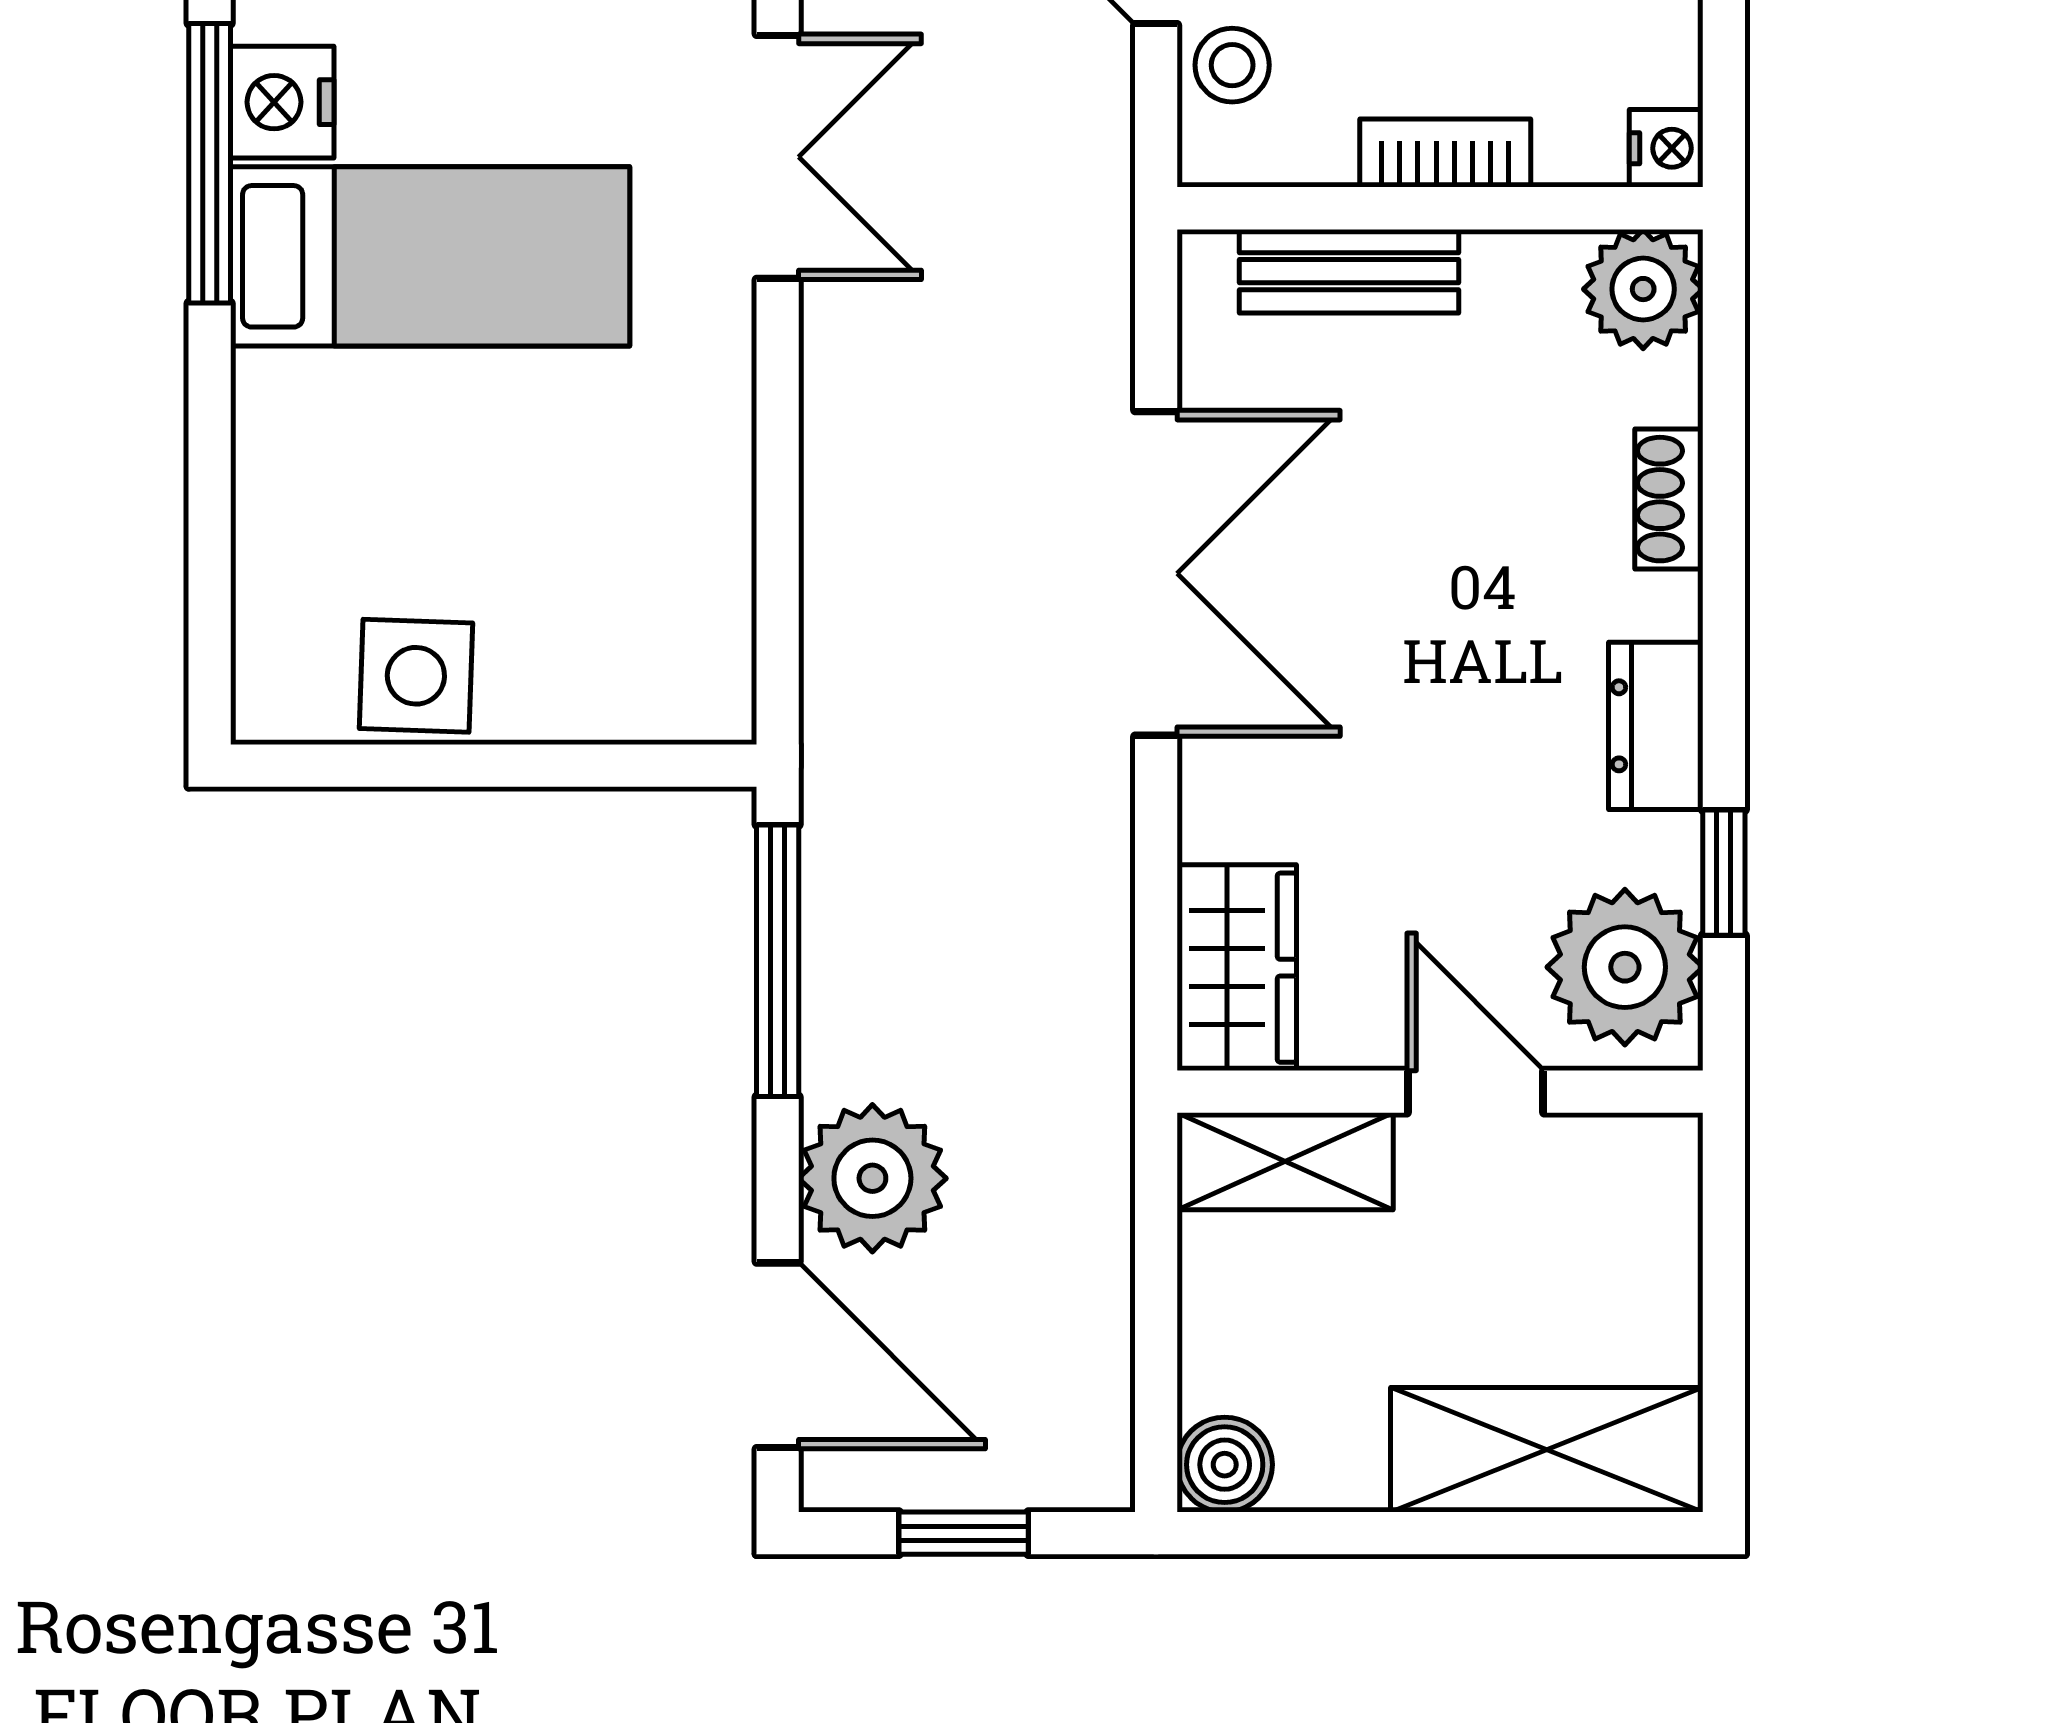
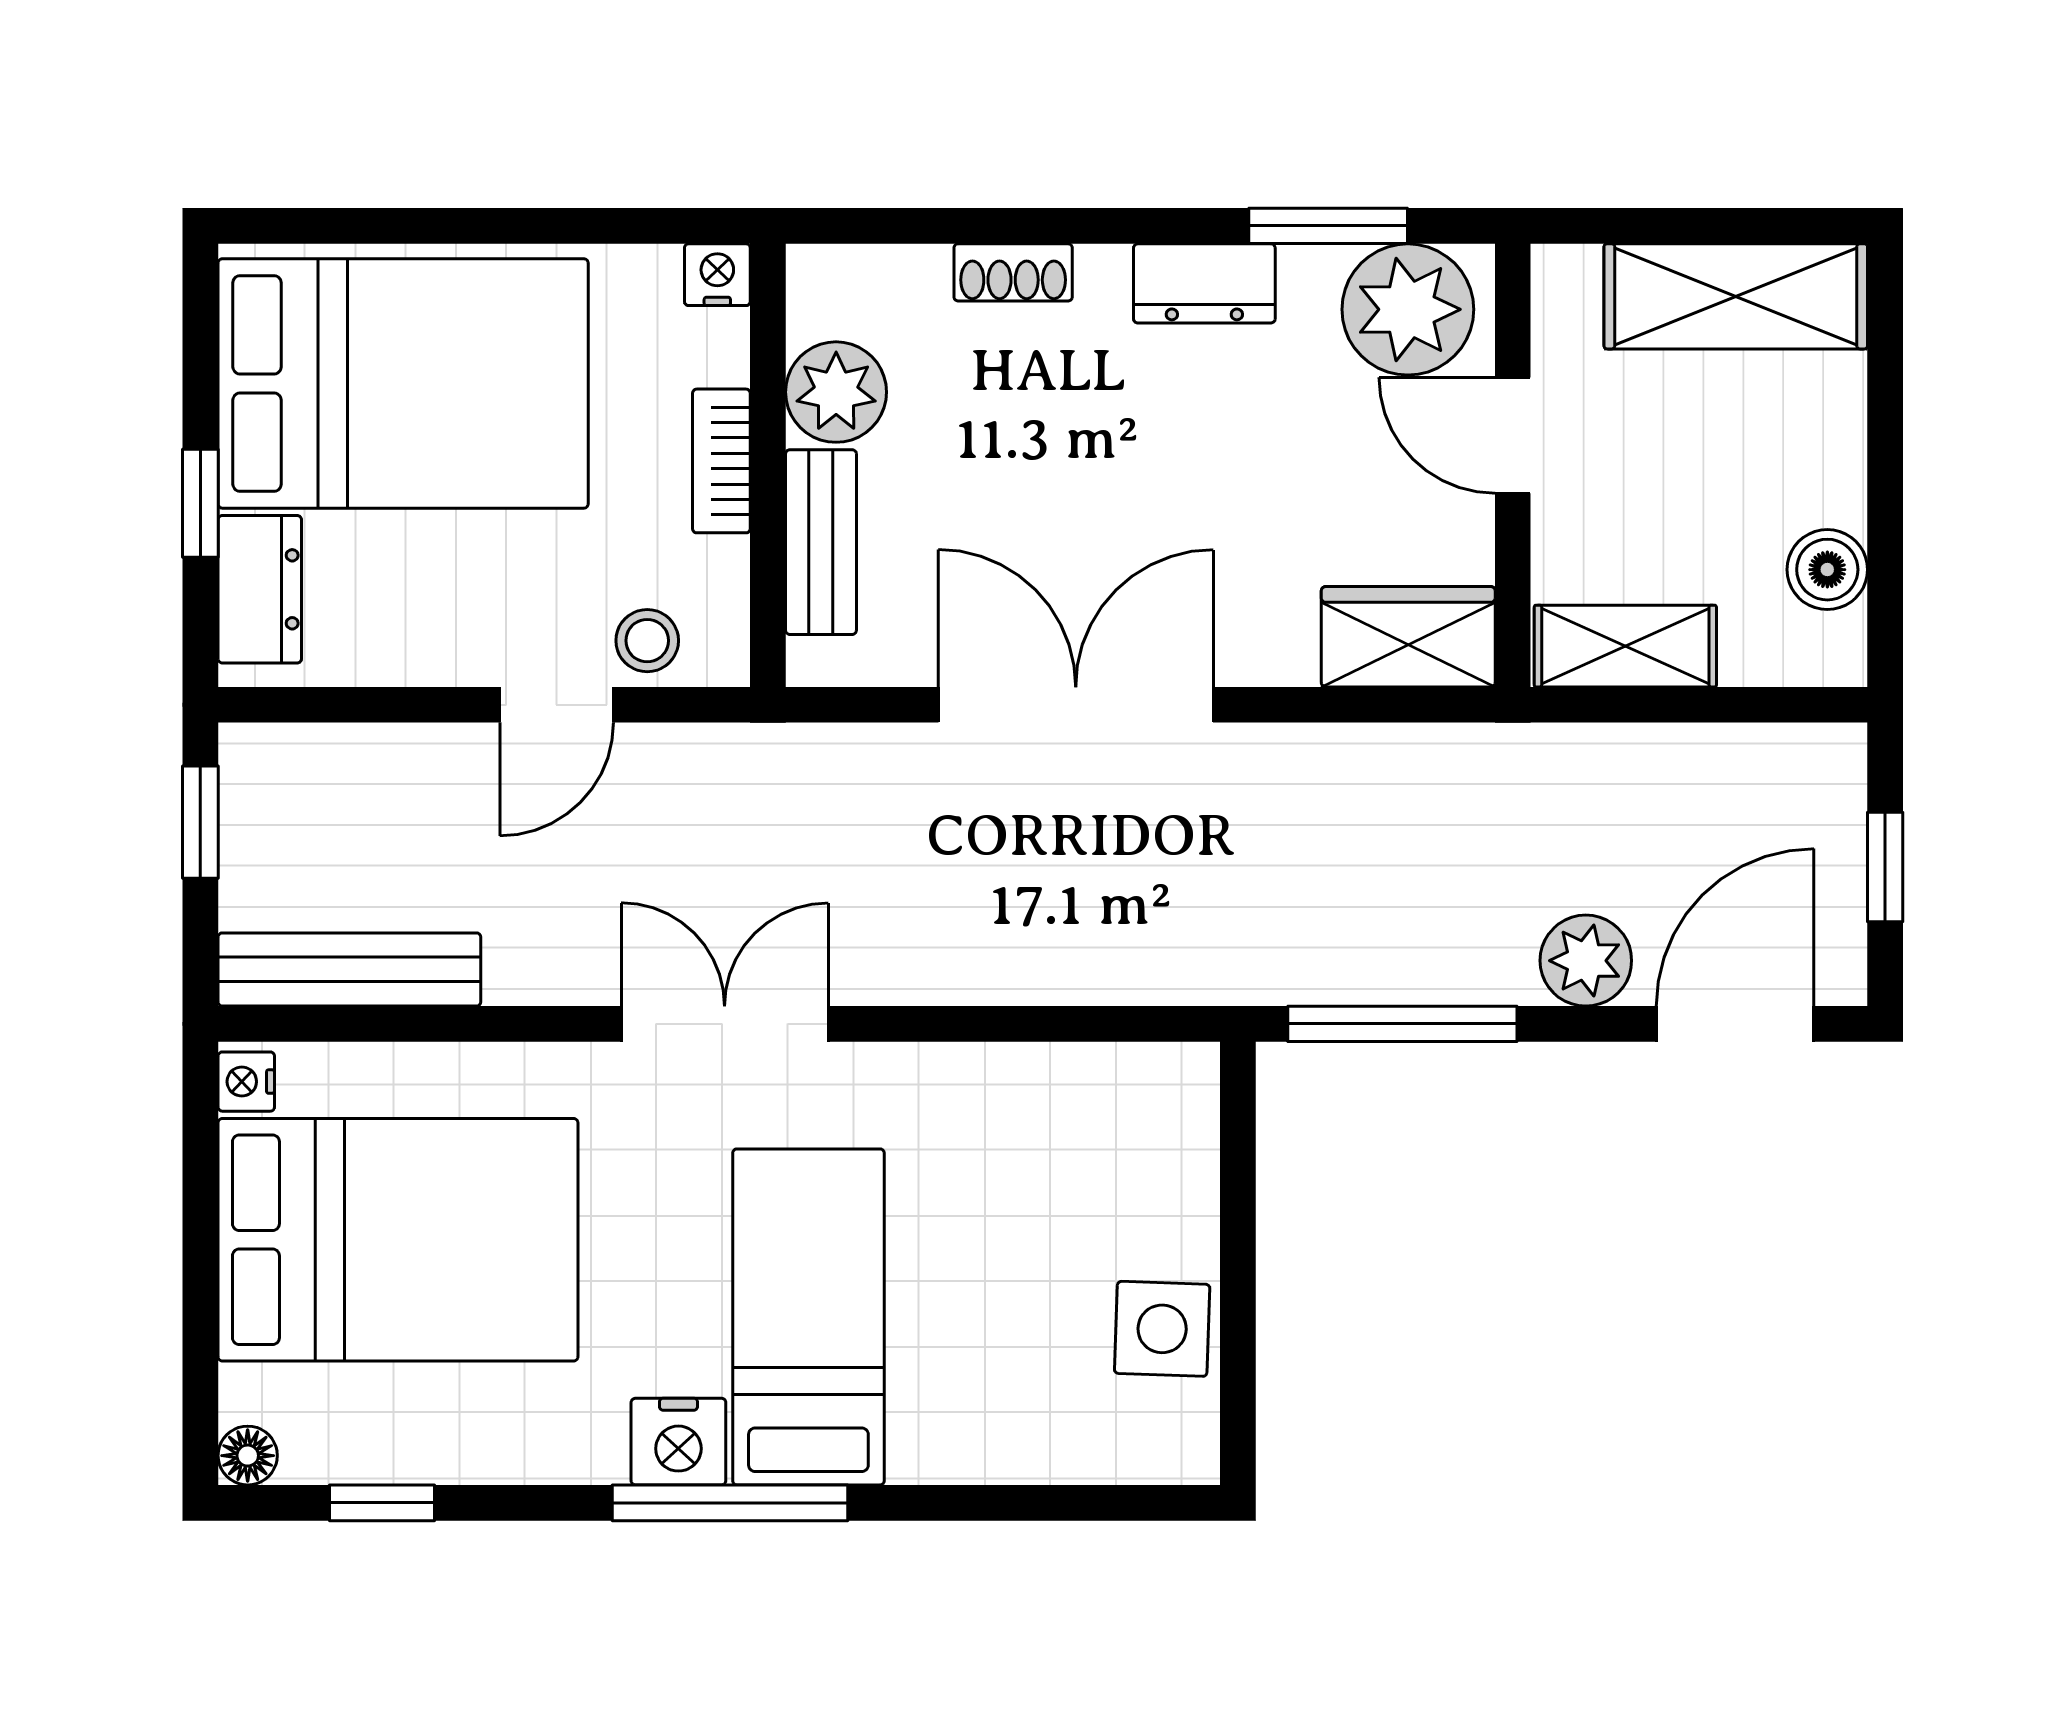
plant: (1643, 289) -> (836, 392), moved
window: (1724, 873) -> (1328, 226), width x1.50
door: (1476, 1092) -> (1513, 435), hinge flipped
shelving: (1285, 1161) -> (1625, 646), moved, turned 90
plant: (872, 1178) -> (1586, 961), width x0.73, depth x0.73
shelving: (1547, 1450) -> (1736, 296), moved, turned 90
boiler: (1225, 1465) -> (1827, 570), moved

